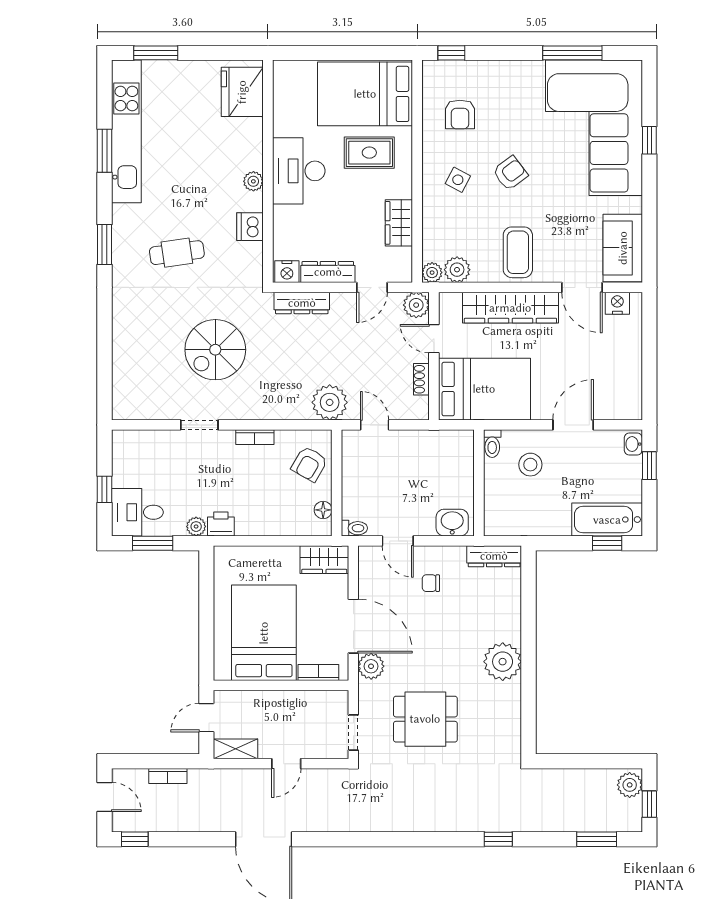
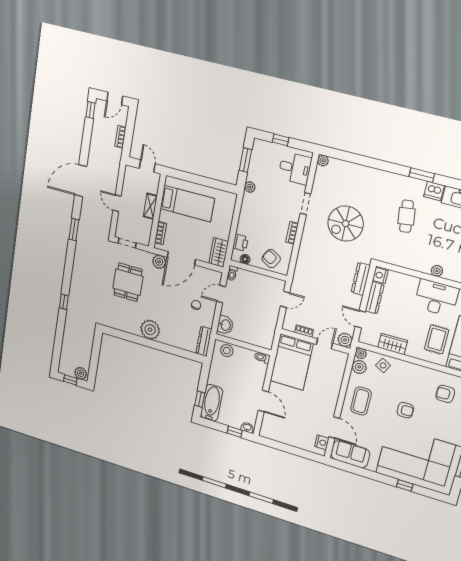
armchair: (510, 173) -> (405, 410), turned -53
side table: (458, 180) -> (383, 365), moved
dishwasher: (250, 227) -> (434, 191), moved, turned 180
coffee table: (518, 252) -> (361, 401), turned 90
door: (582, 287) -> (334, 428), swing flipped
wardrobe: (510, 308) -> (332, 388), removed
spiral stairs: (215, 350) -> (346, 224), turned -90
plant: (330, 402) -> (323, 161), moved, width x0.53, depth x0.53
stool: (530, 465) -> (227, 351), moved
desk: (137, 512) -> (295, 168), moved, turned 90
printer: (221, 524) -> (240, 243), moved
bed: (264, 633) -> (187, 204), width x0.67
shelving: (236, 749) -> (150, 206), moved
window: (597, 839) -> (74, 229), moved

